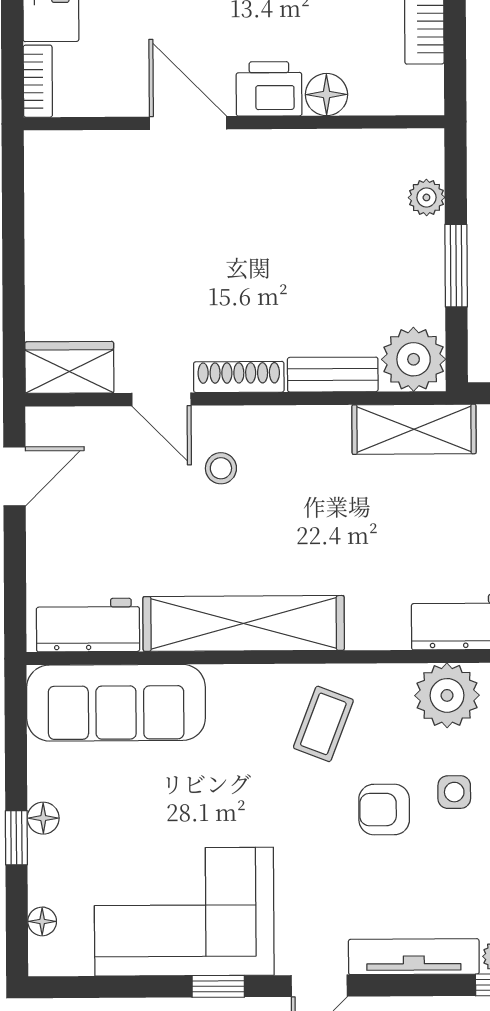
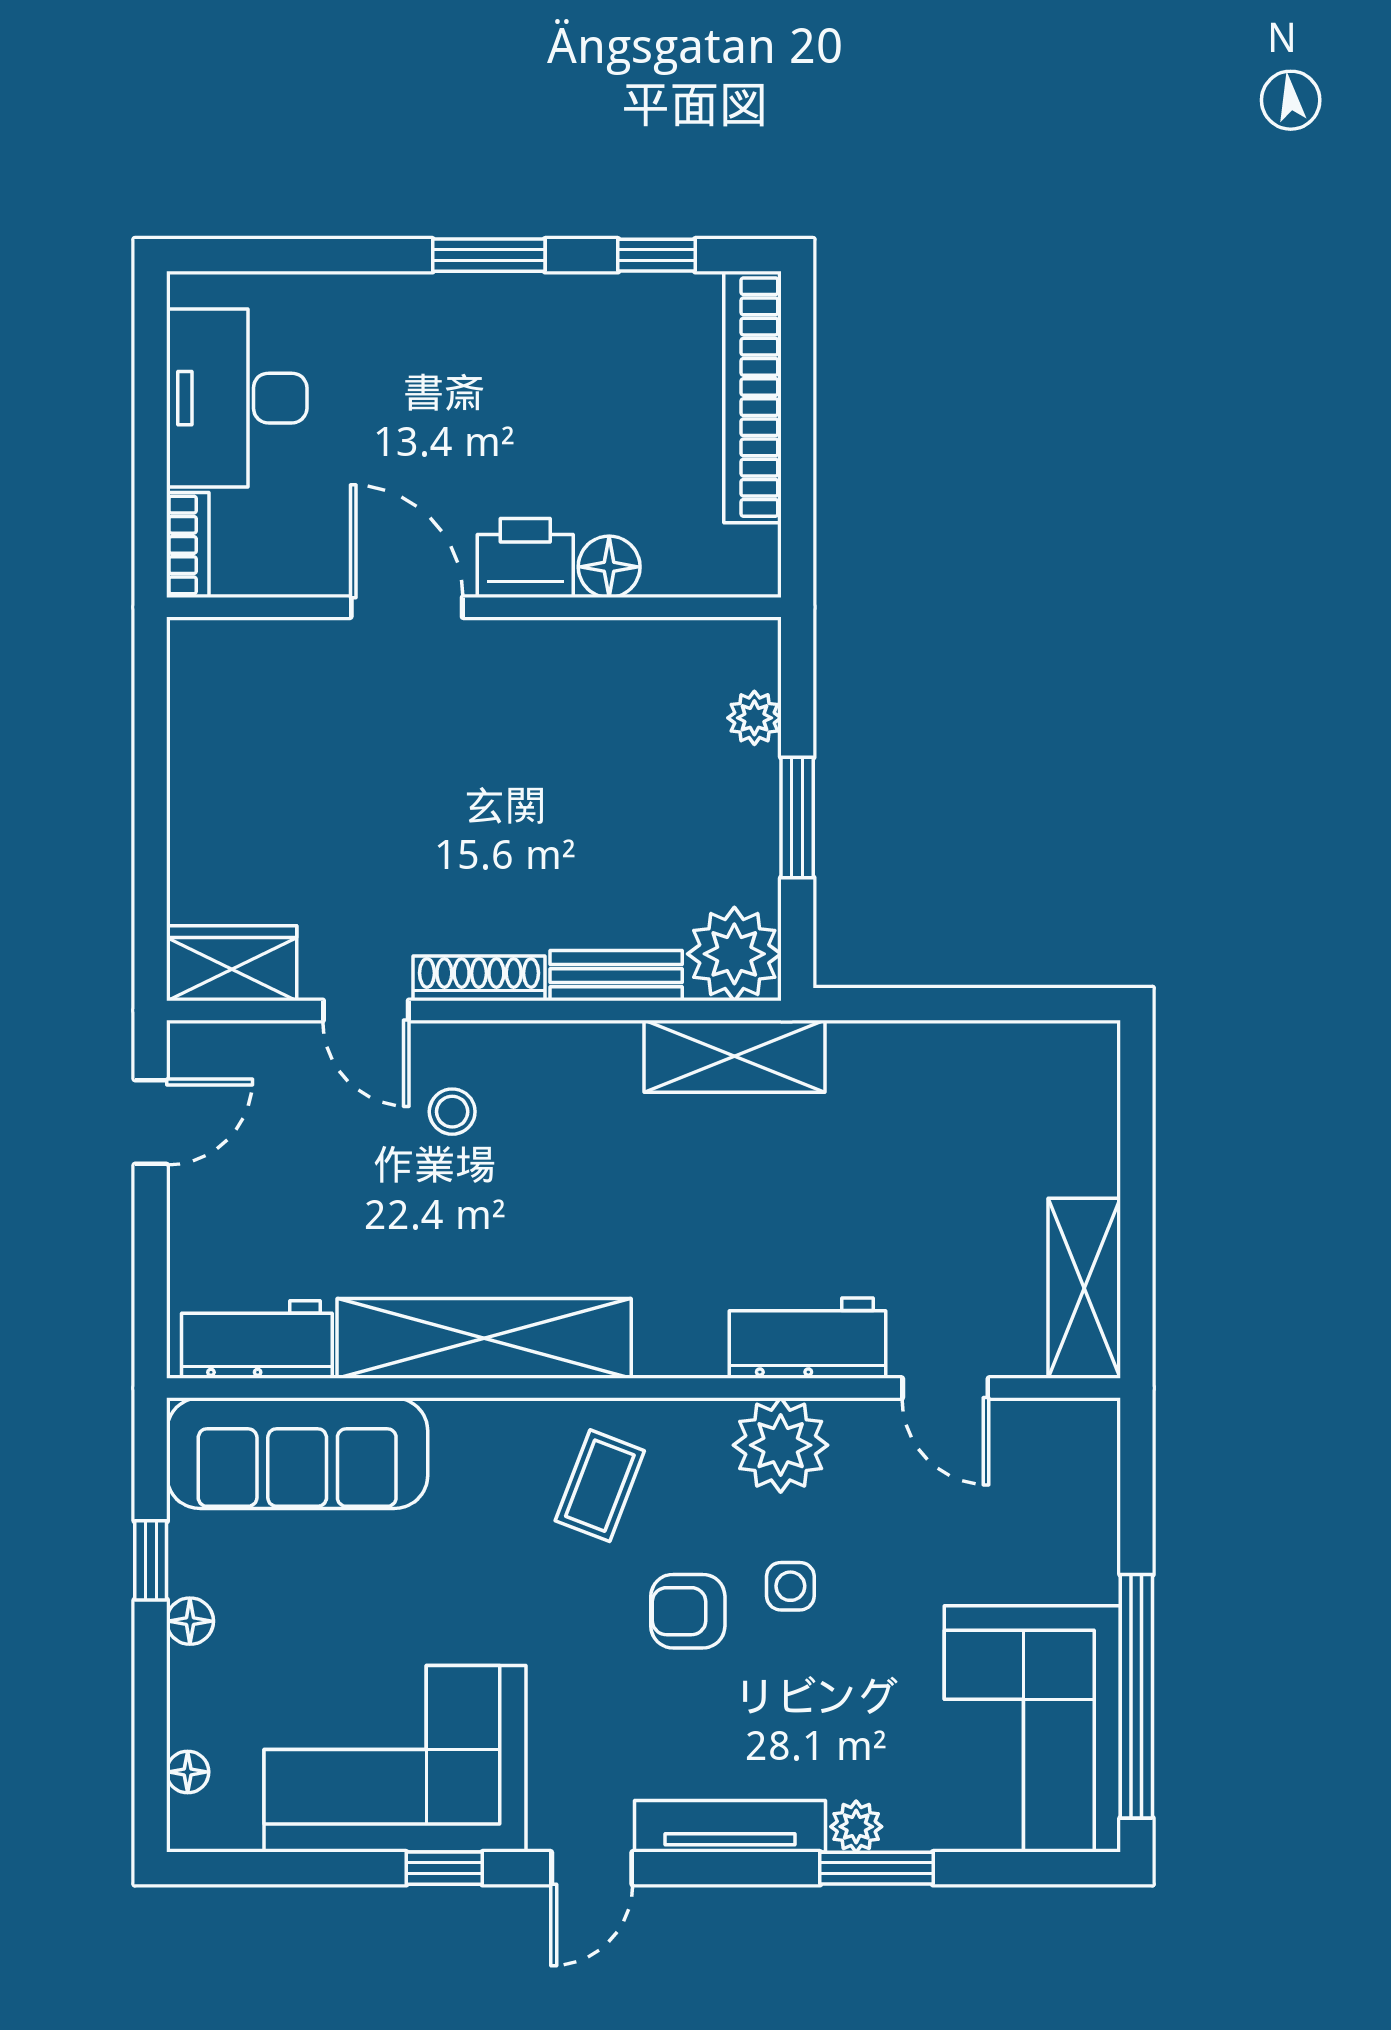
window: (16, 838) -> (151, 1560), moved

